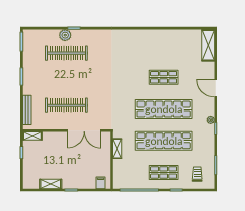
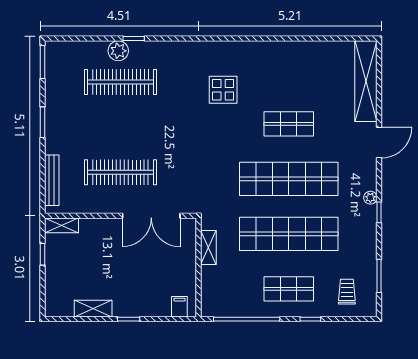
shelving: (208, 45) -> (366, 81), width x1.47
display table: (126, 58) -> (223, 90), added
door: (216, 88) -> (379, 143), swing flipped

